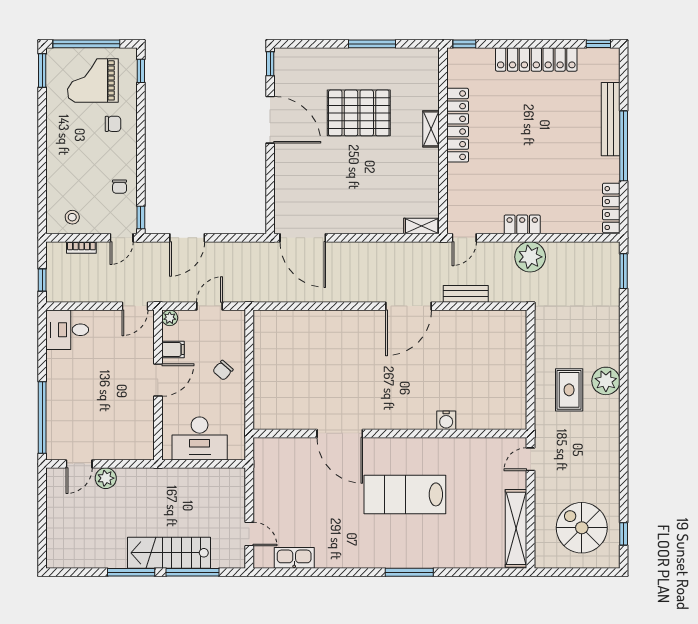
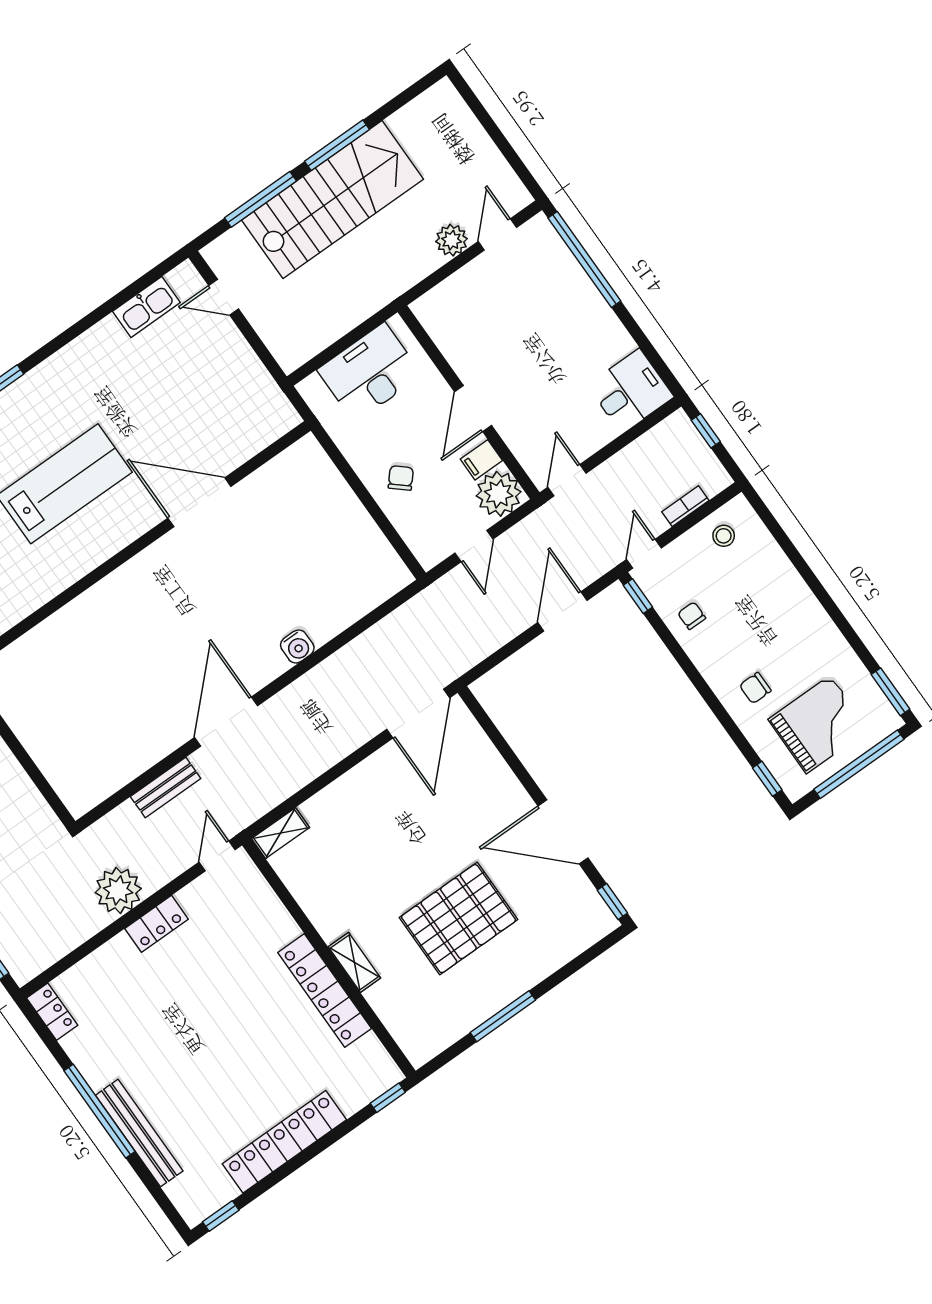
locker: (611, 208) -> (52, 1012), width x0.66
door: (303, 238) -> (418, 714), swing flipped
plant: (170, 318) -> (499, 494), width x1.87, depth x1.87
water cooler: (446, 420) -> (297, 647), moved, turned 180
stairs: (169, 553) -> (333, 200), width x1.36, depth x1.51

